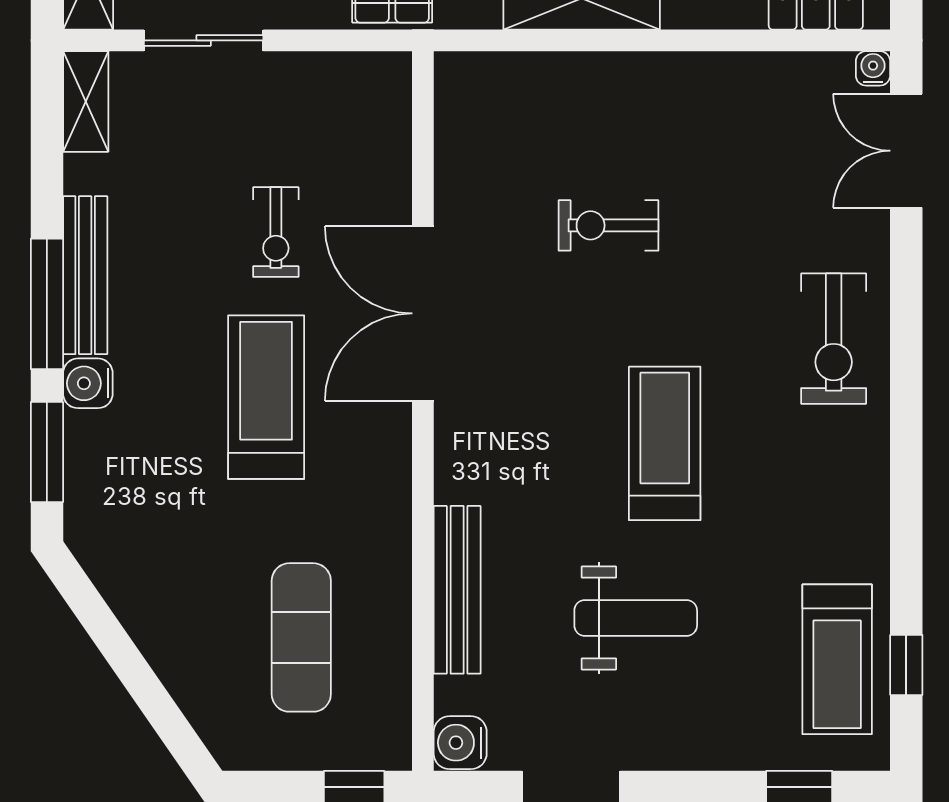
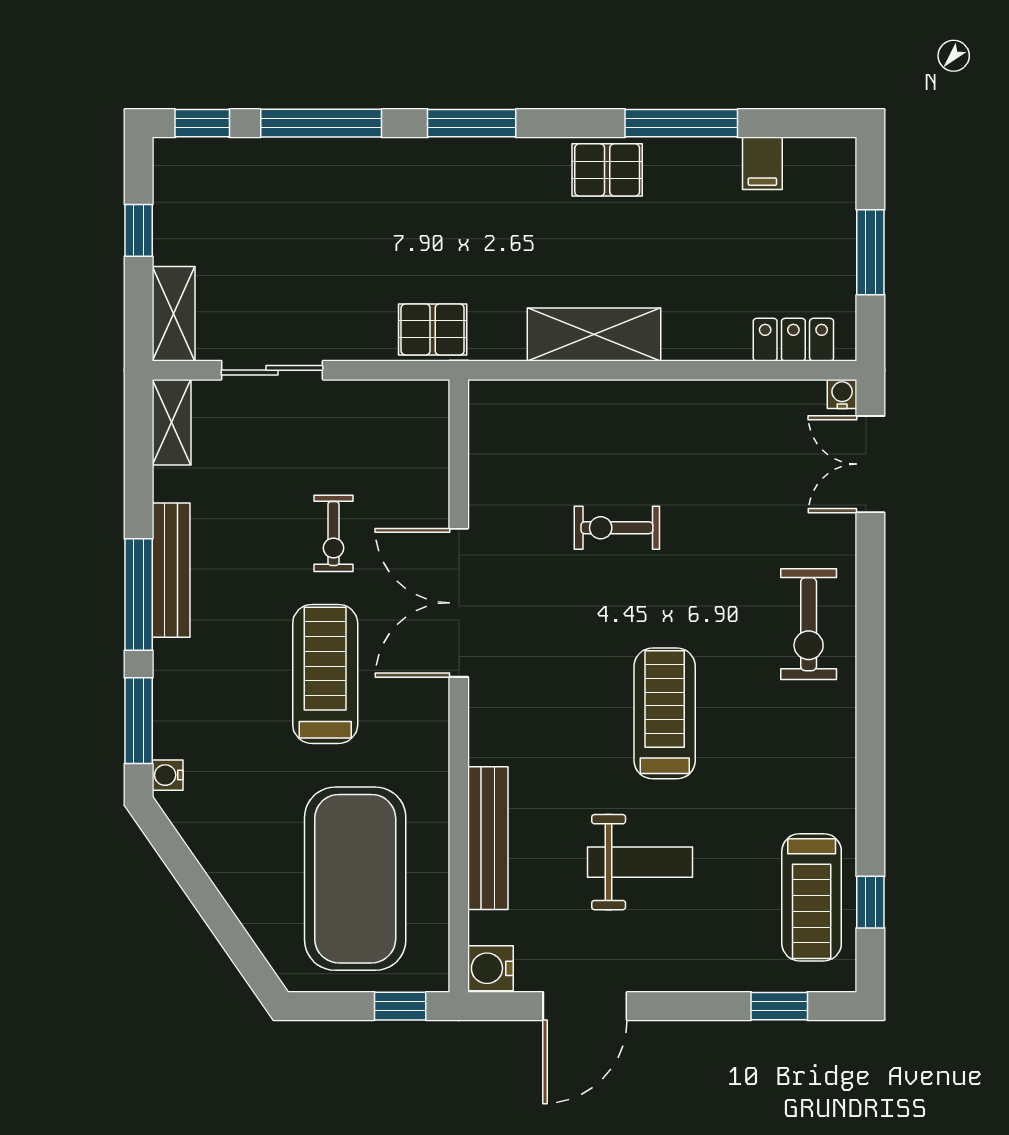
water cooler: (88, 383) -> (168, 775), moved, width x0.72, depth x0.72
exercise mat: (301, 637) -> (355, 879), width x2.00, depth x1.45

